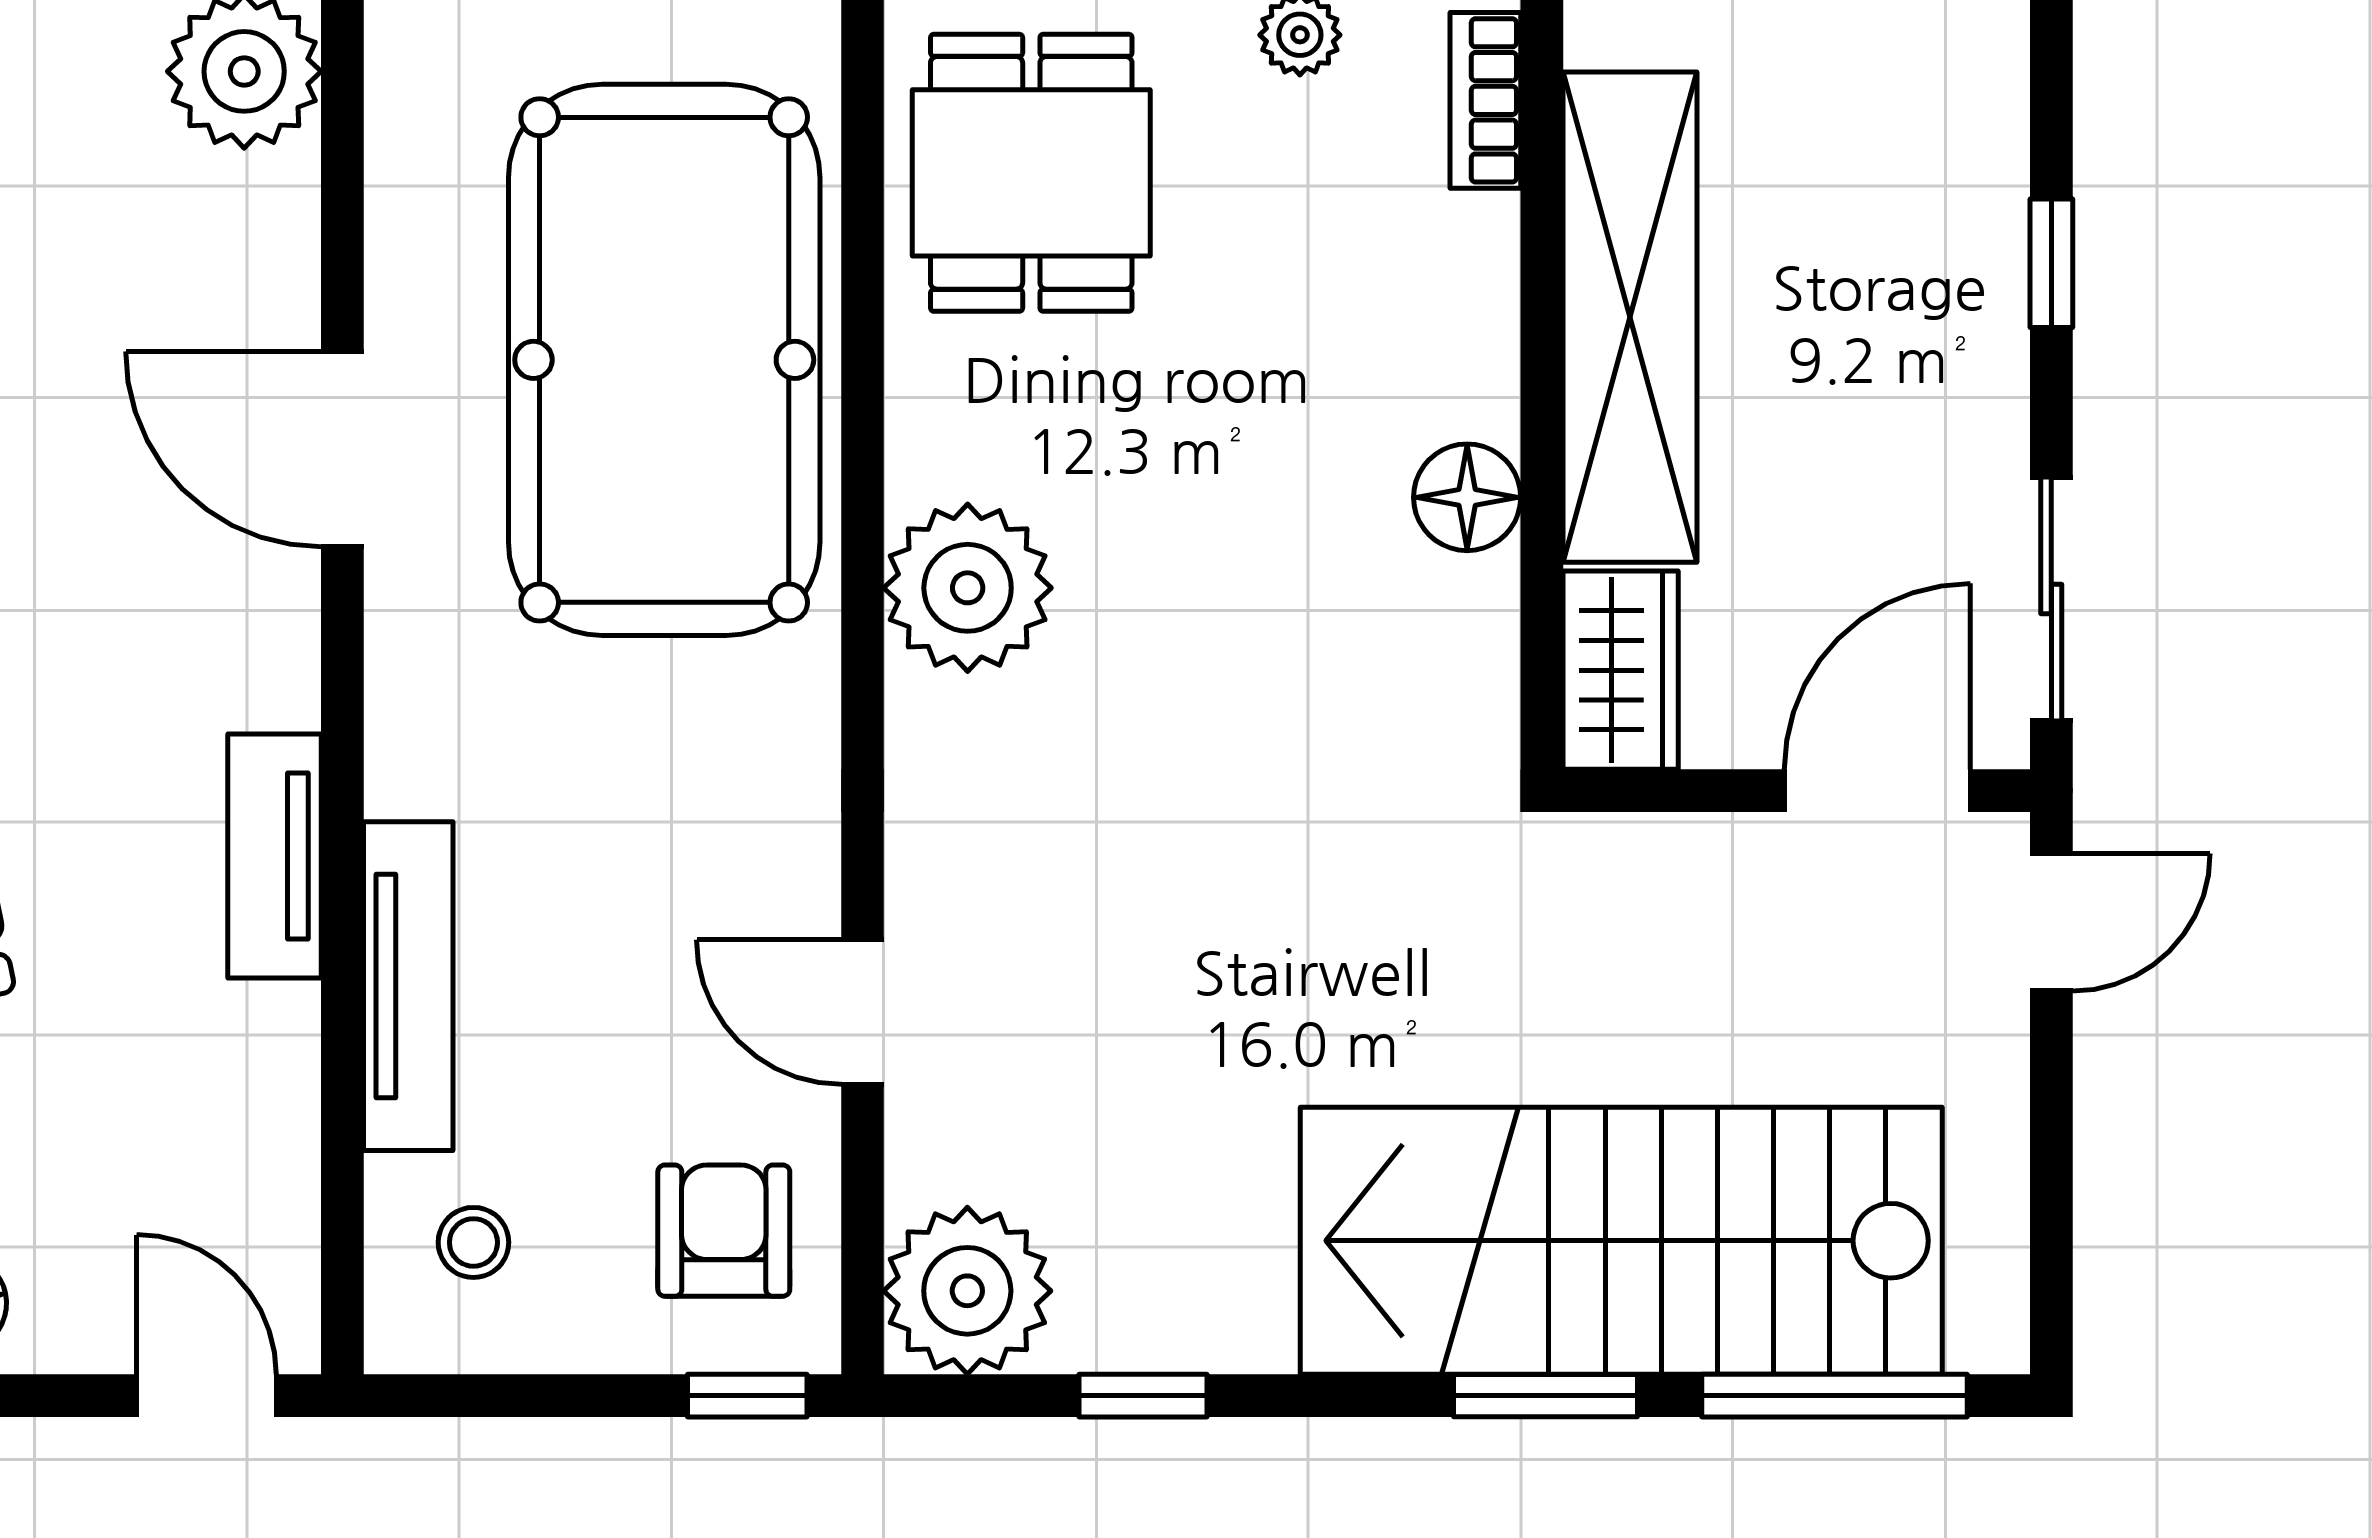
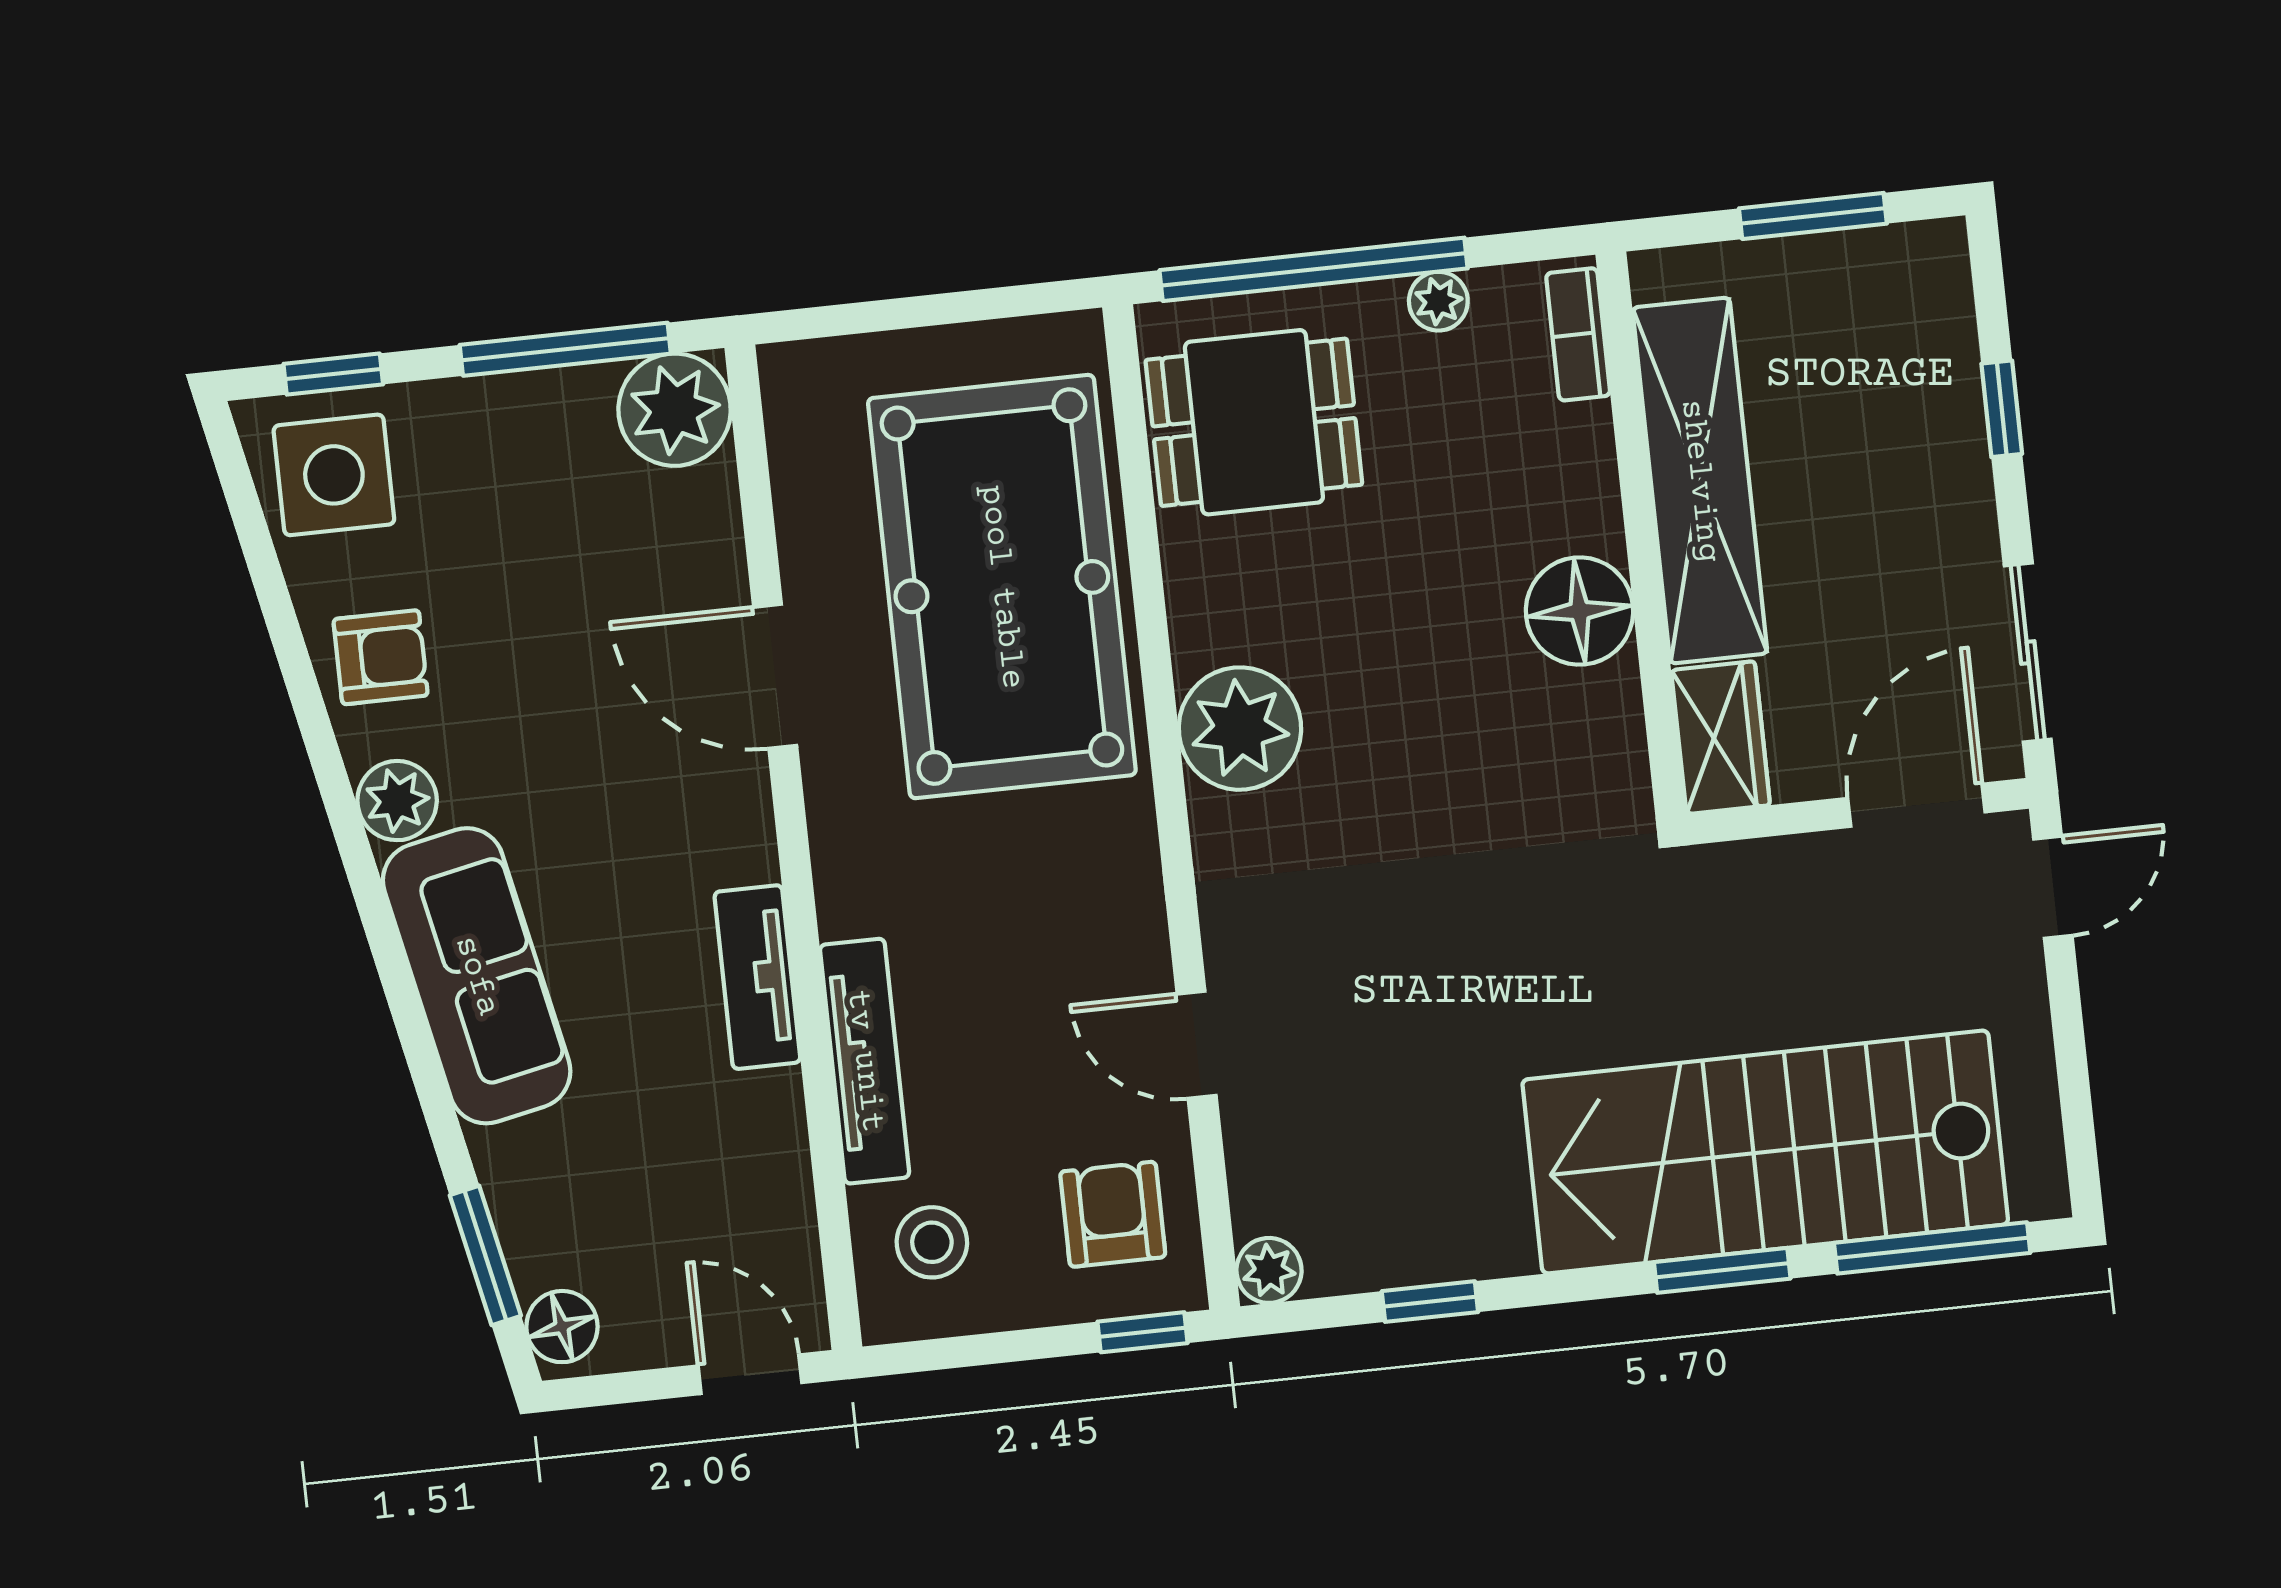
dining table: (1031, 173) -> (1254, 422), turned 90
floor lamp: (1467, 497) -> (1580, 611), width x1.38, depth x1.38
stool: (473, 1242) -> (932, 1242), width x1.37, depth x1.37
plant: (967, 1291) -> (1269, 1270), width x0.53, depth x0.53

